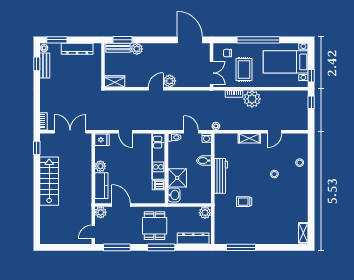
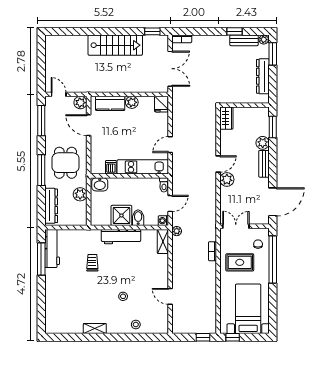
window: (258, 40) -> (273, 260), moved
bench: (118, 48) -> (264, 164), moved
window: (37, 64) -> (234, 31), moved
double door: (212, 73) -> (236, 226), swing flipped
door: (156, 89) -> (218, 164), hinge flipped
plant: (252, 99) -> (207, 271), removed
door: (126, 132) -> (170, 145), moved
shelving: (249, 138) -> (163, 241), moved
shower: (177, 178) -> (121, 215), moved
door: (121, 205) -> (89, 125), swing flipped
plant: (205, 213) -> (80, 194), moved
dining table: (155, 226) -> (66, 163), turned 90
shelving: (303, 233) -> (95, 329), moved
workbench: (231, 238) -> (52, 248), added

